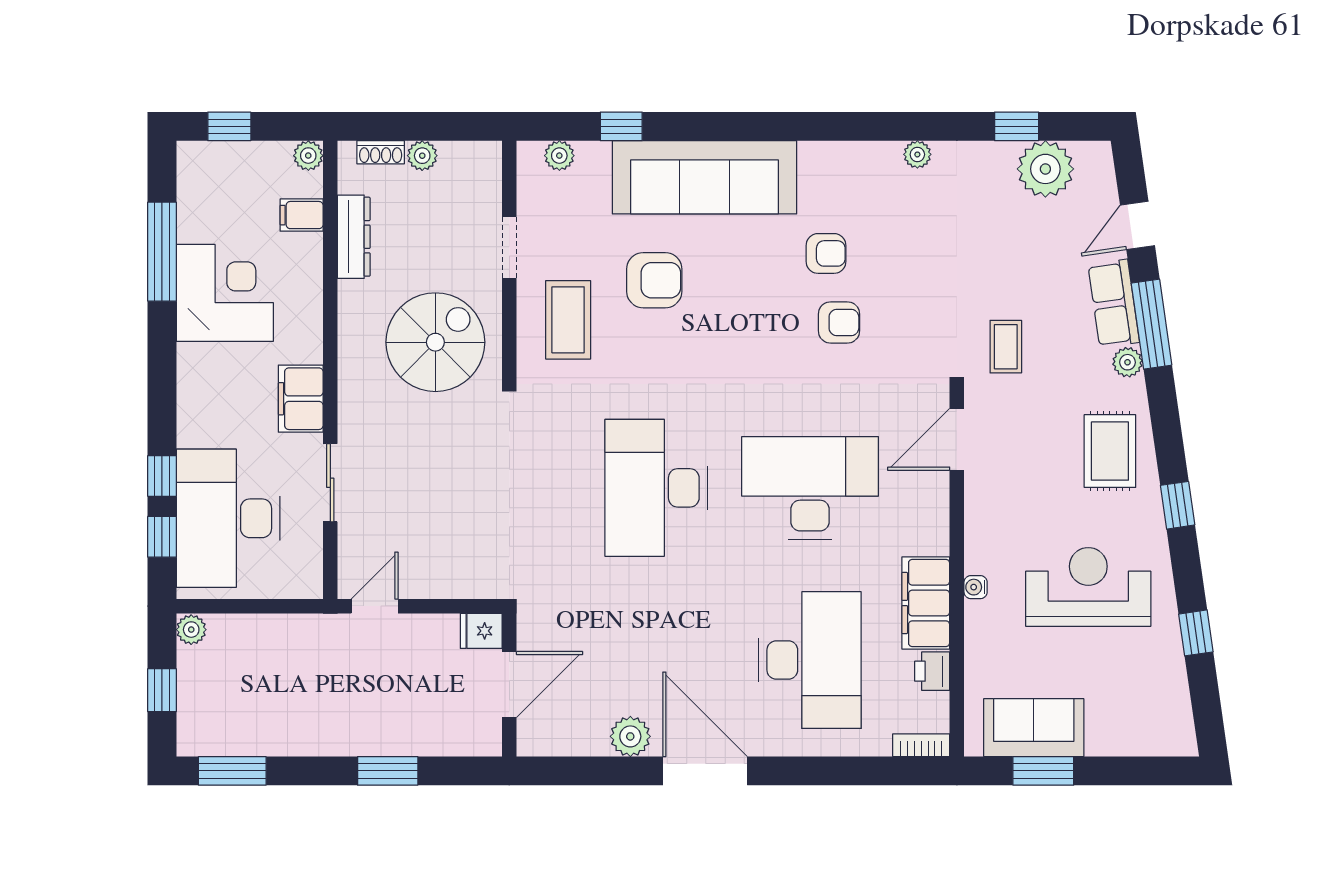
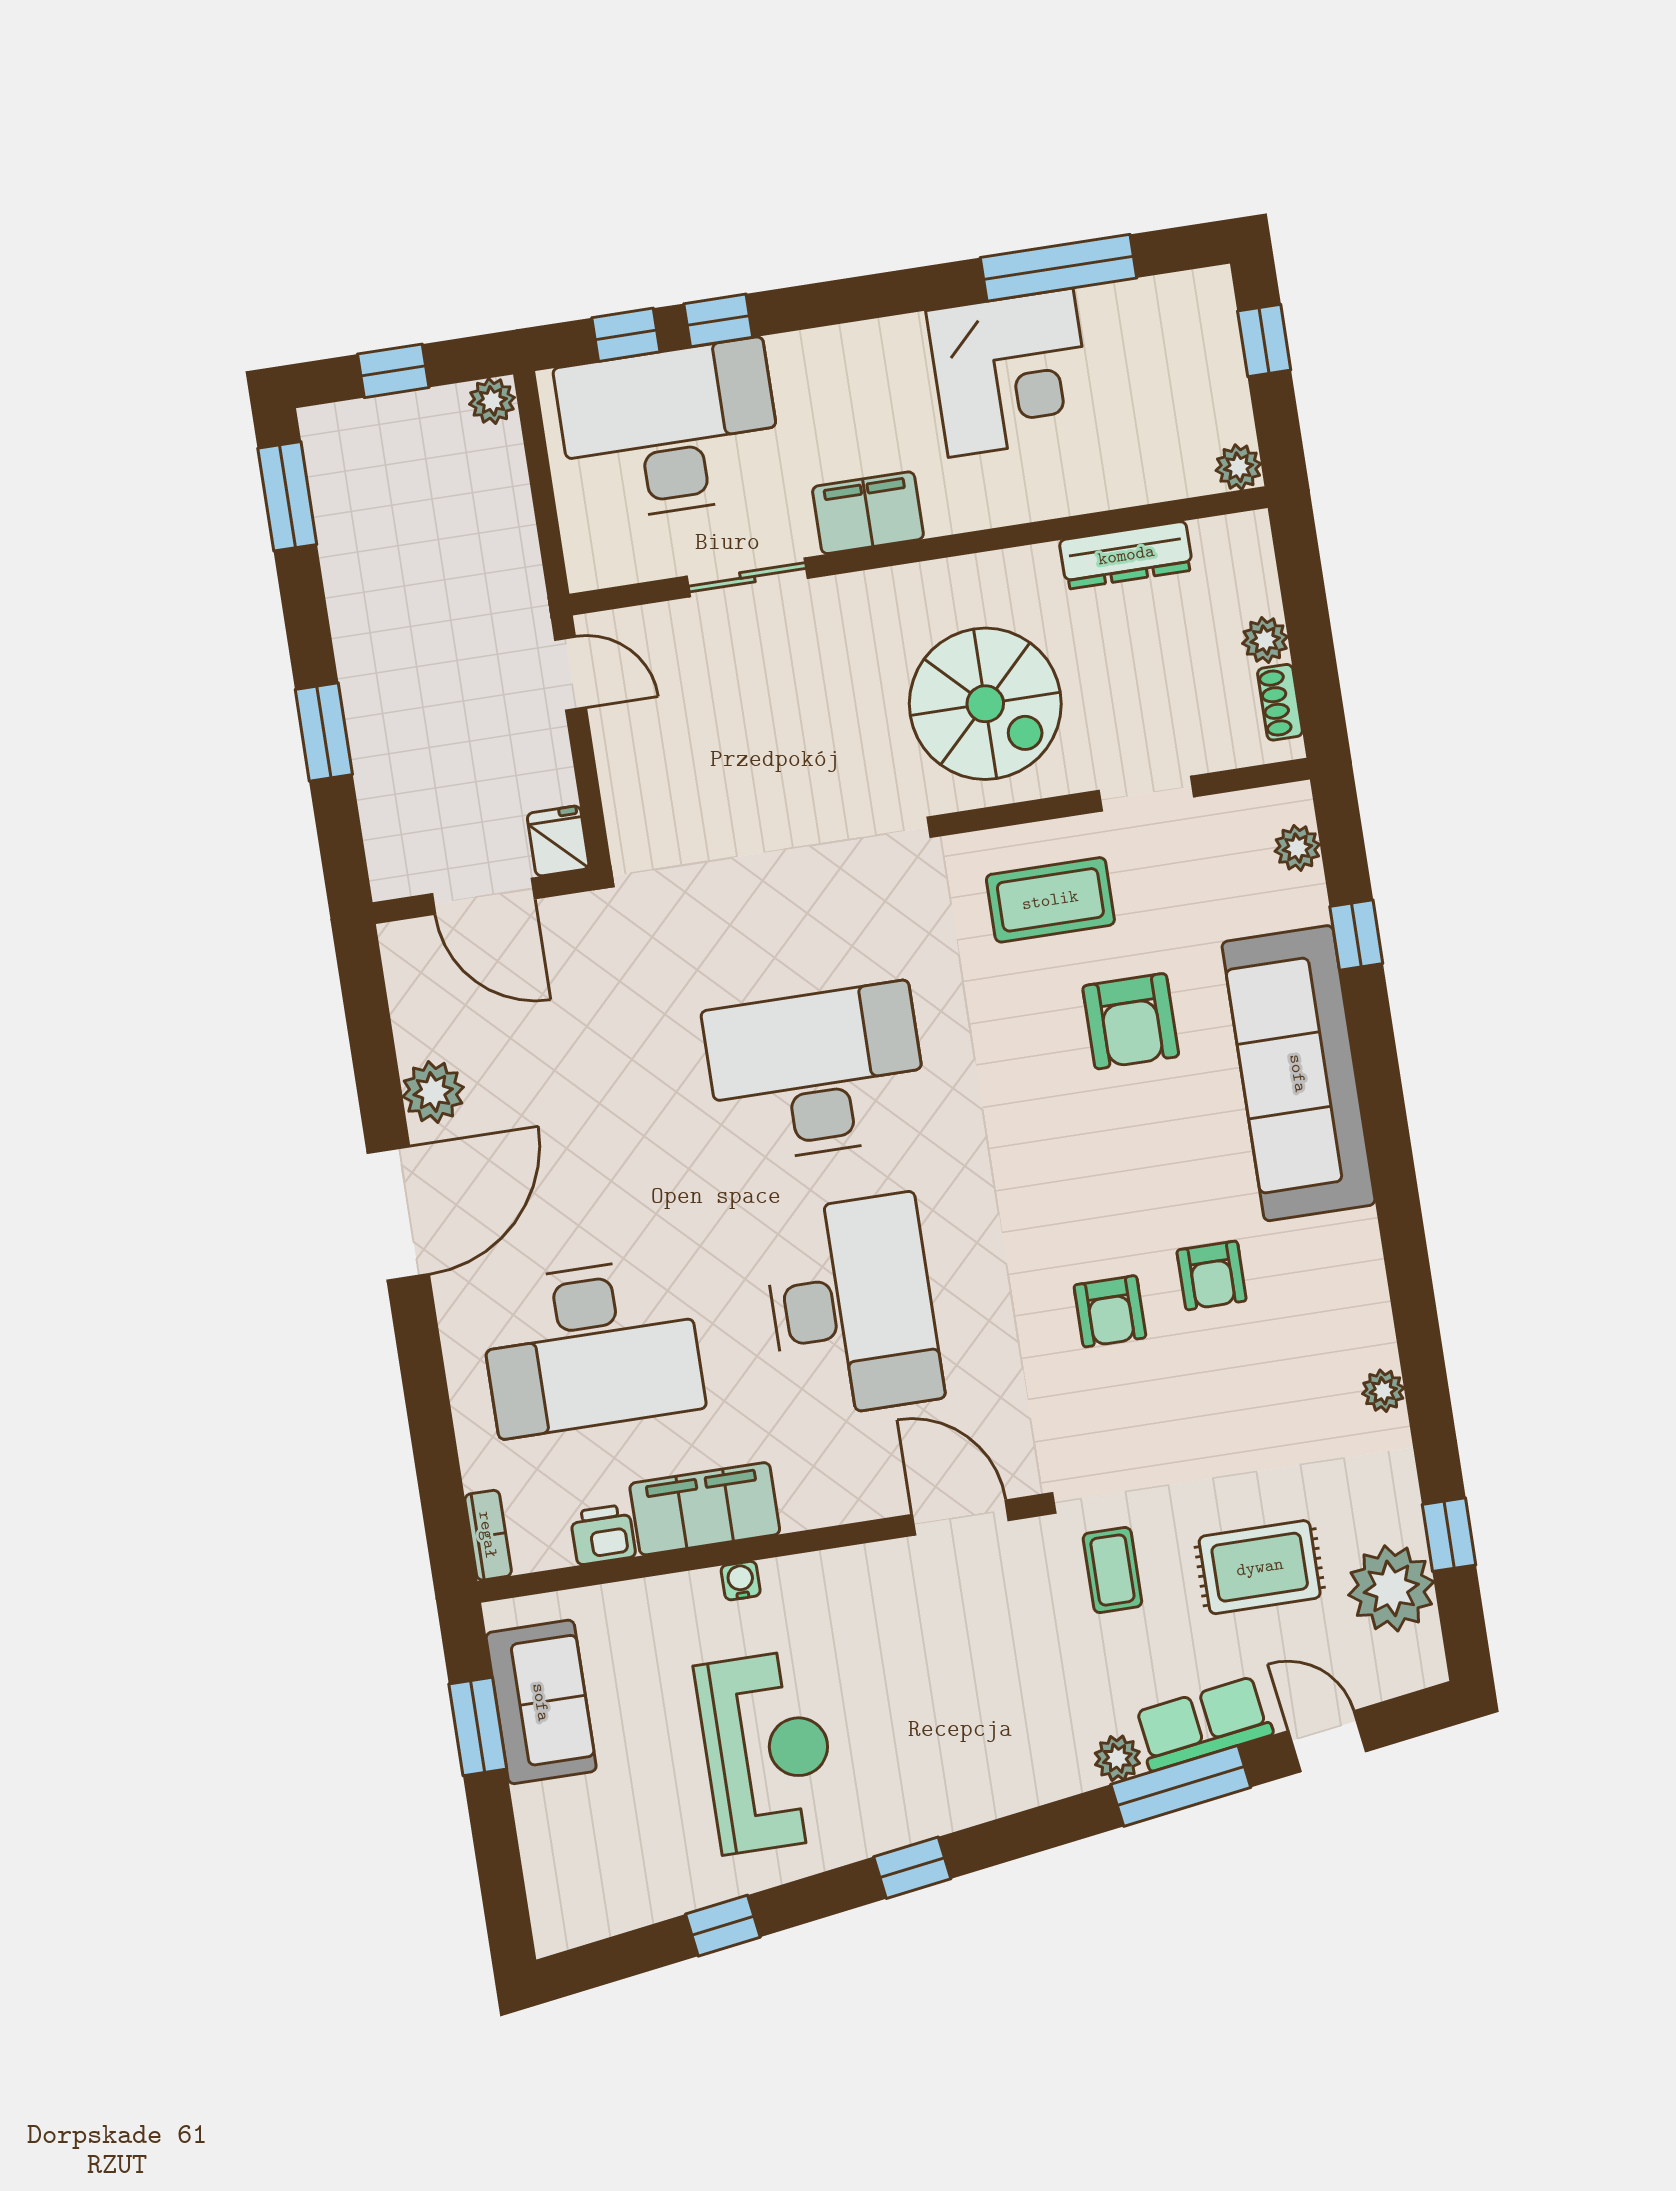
shoe rack: (381, 152) -> (1280, 702), moved
filing cabinet: (302, 215) -> (1147, 471), removed
coffee table: (1006, 347) -> (1112, 1570), turned 90
rug: (1110, 451) -> (1260, 1567), moved

